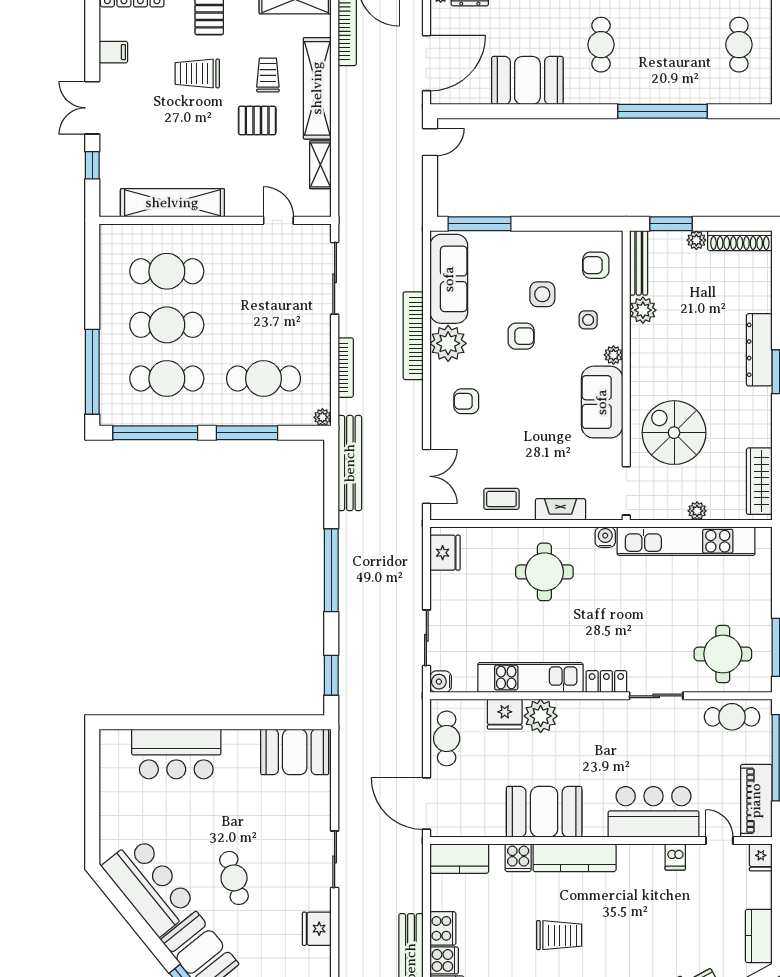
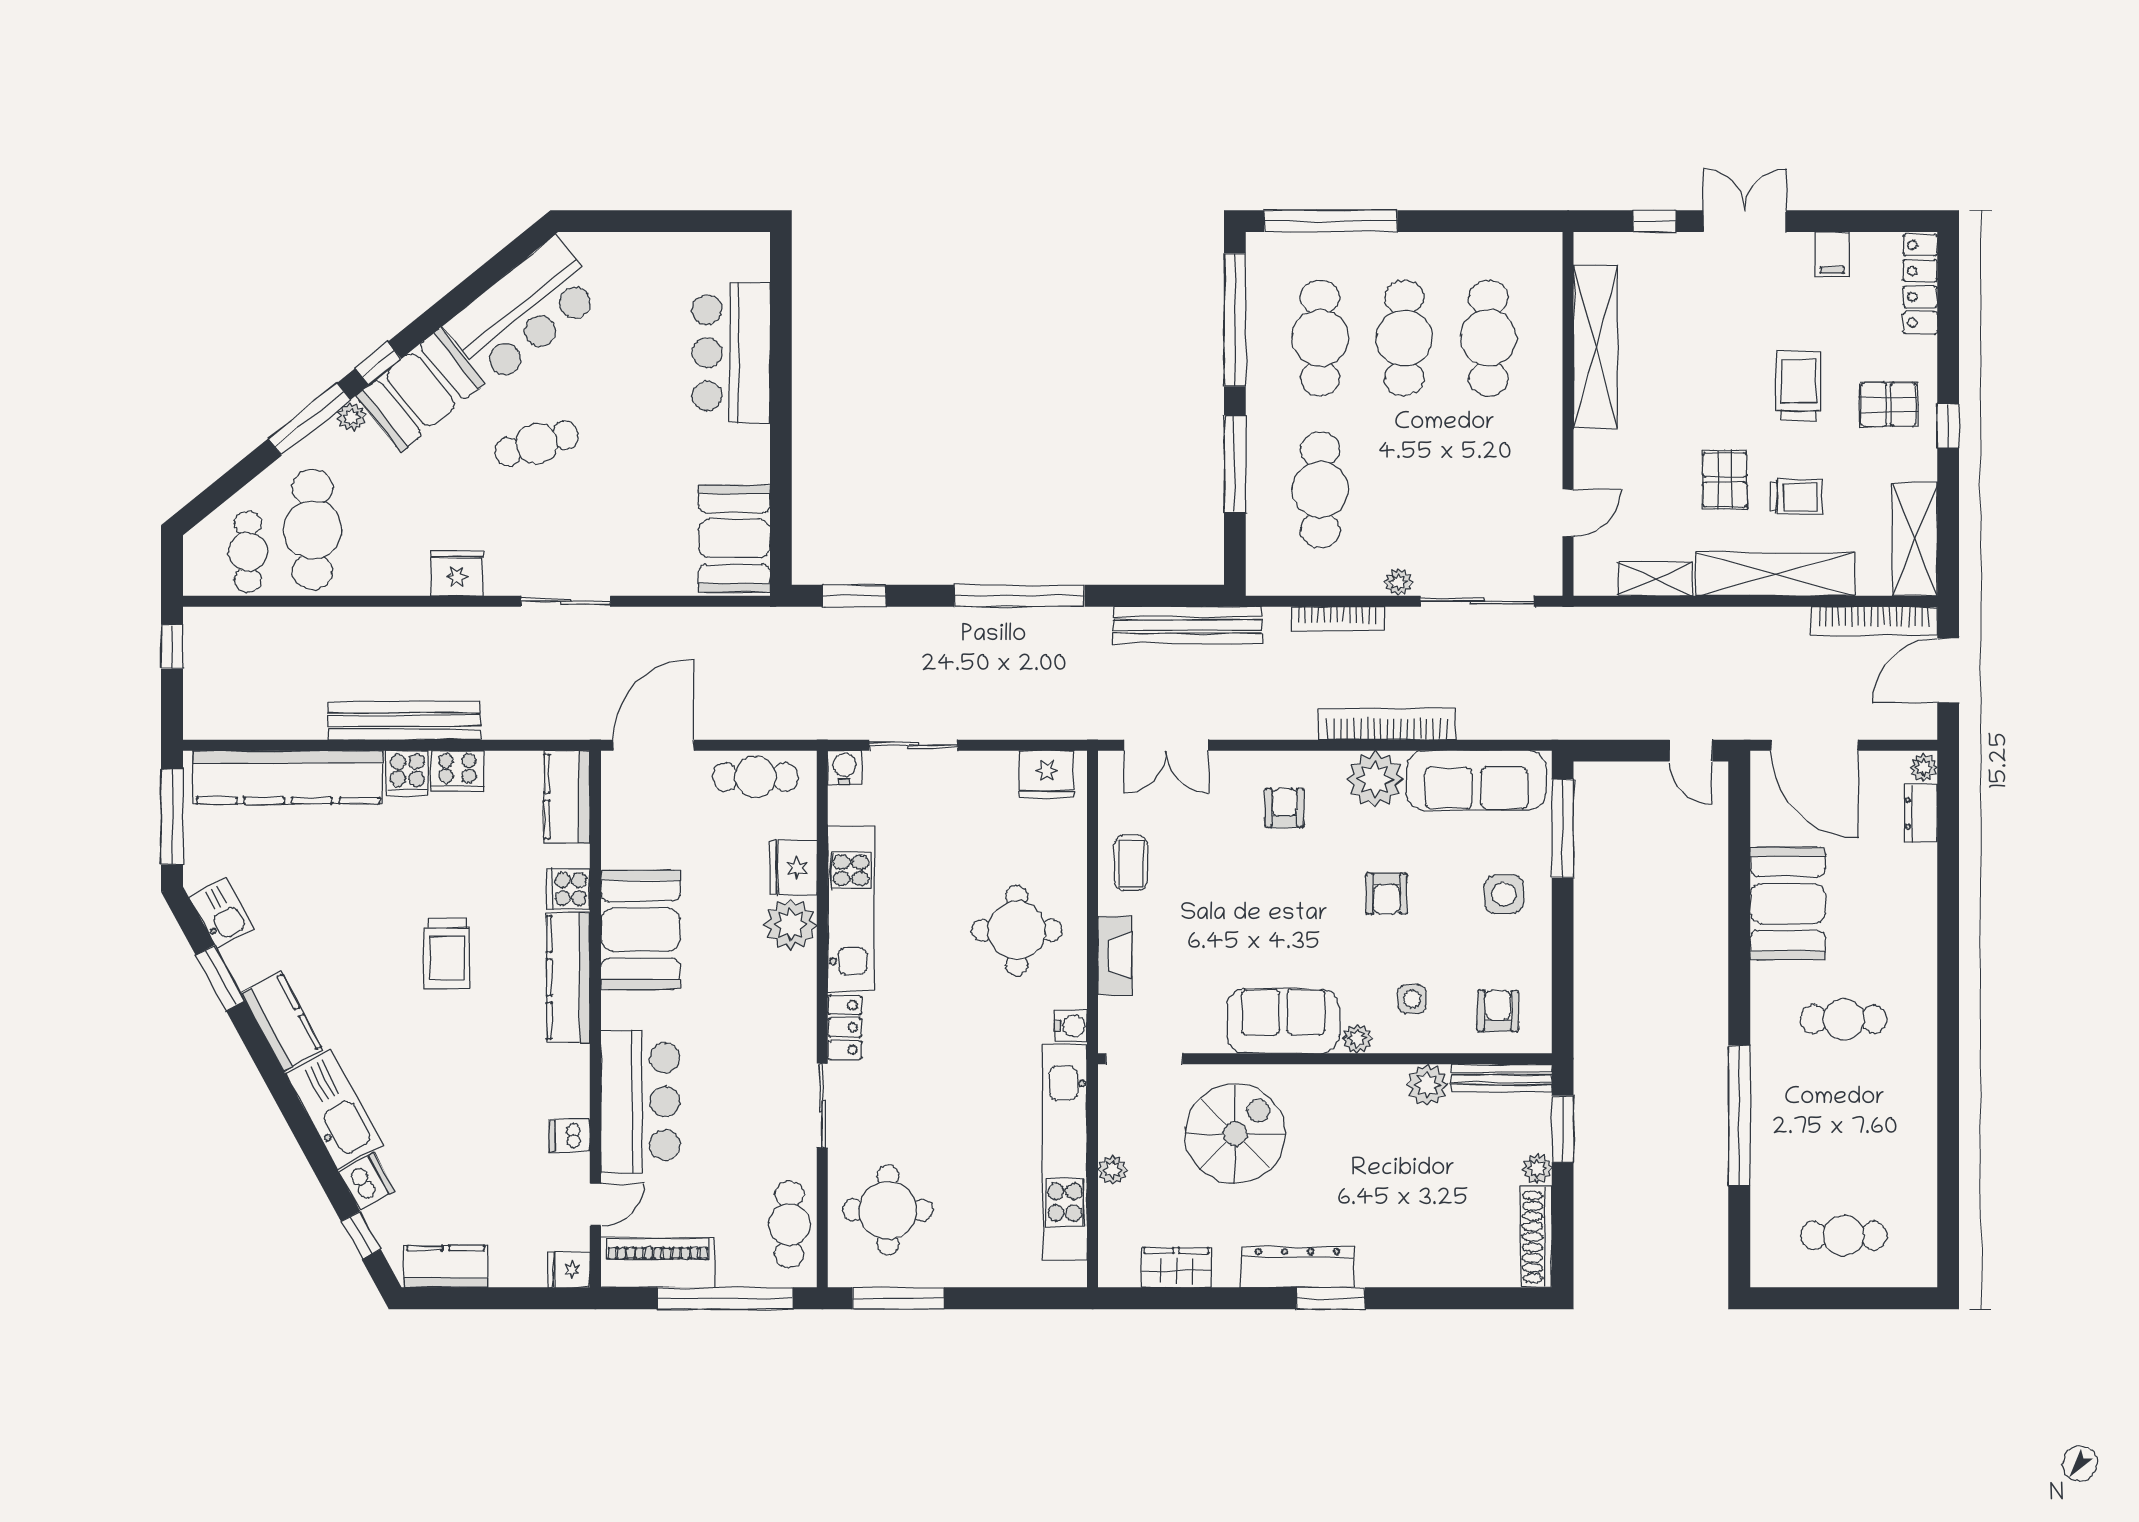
side table: (542, 294) -> (1504, 894), moved
dresser: (759, 350) -> (1297, 1267), moved
plant: (322, 417) -> (1398, 582), moved
wardrobe: (759, 481) -> (1176, 1267), width x0.67

